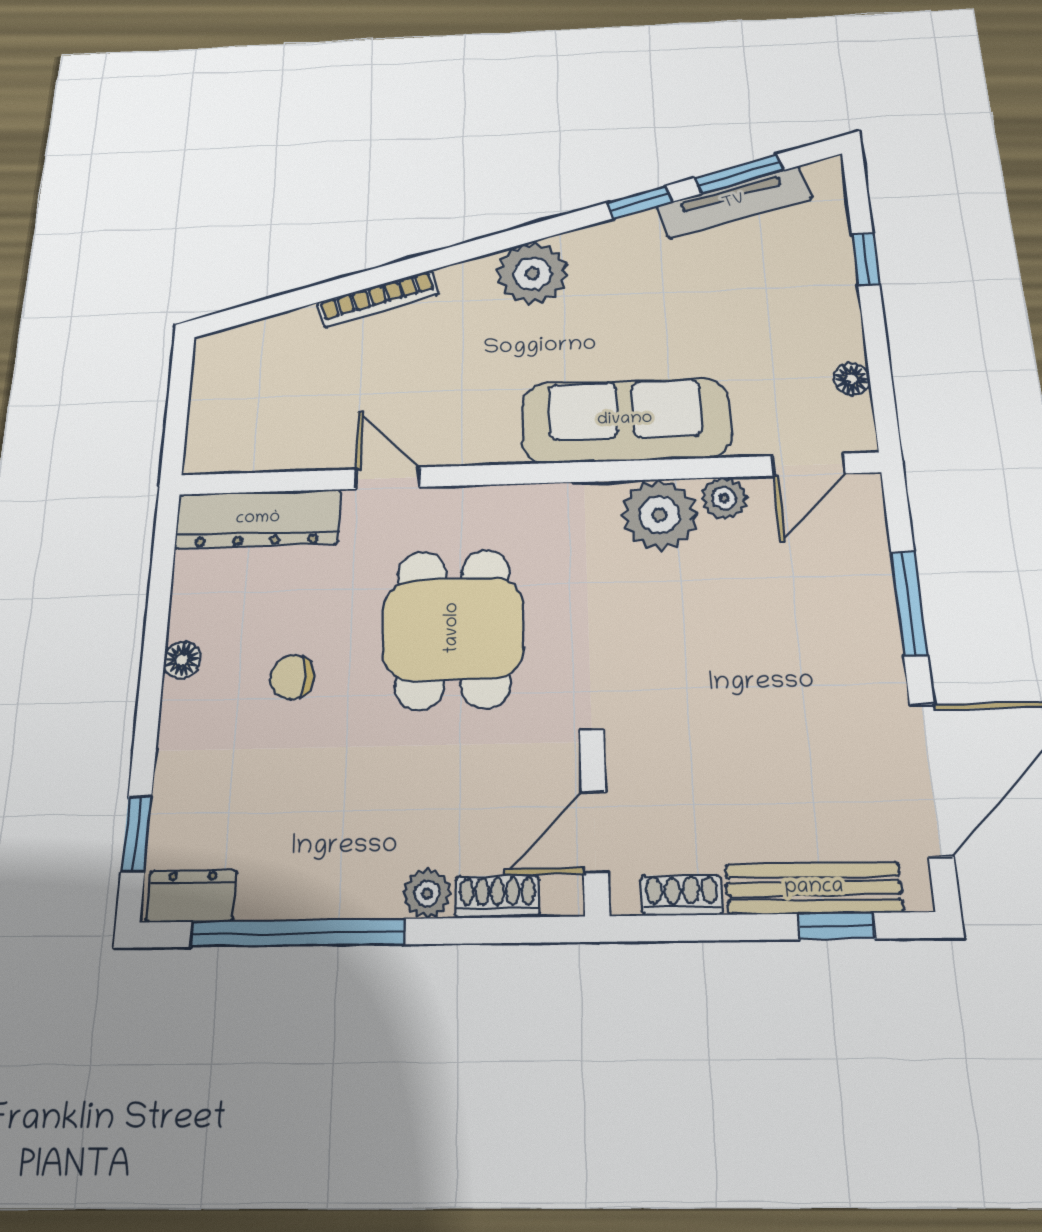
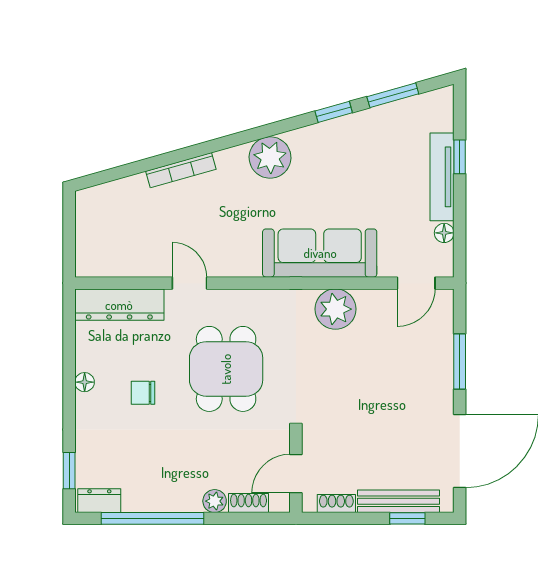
tv unit: (734, 202) -> (442, 177), moved, turned 106
plant: (724, 498) -> (370, 301), removed

